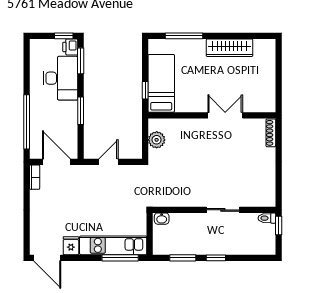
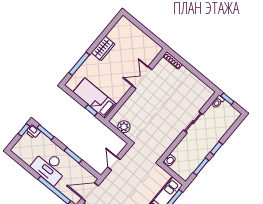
wardrobe: (230, 48) -> (103, 48), width x0.67
desk: (60, 78) -> (49, 167), moved, turned 180

